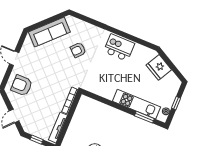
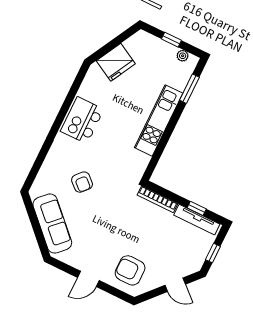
armchair: (22, 85) -> (130, 270), turned 90
kitchen unit: (136, 104) -> (159, 120), moved
window: (65, 127) -> (197, 208), added

